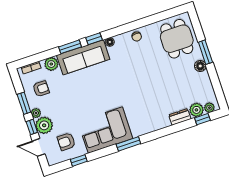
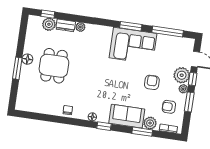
dining table: (177, 39) -> (54, 66), moved
window: (70, 47) -> (142, 132), moved
sofa: (83, 57) -> (127, 116), width x0.73
plant: (209, 108) -> (80, 27), moved
armchair: (66, 142) -> (152, 82), moved, turned -90
window: (128, 144) -> (131, 26), moved
window: (79, 160) -> (168, 32), width x2.17

